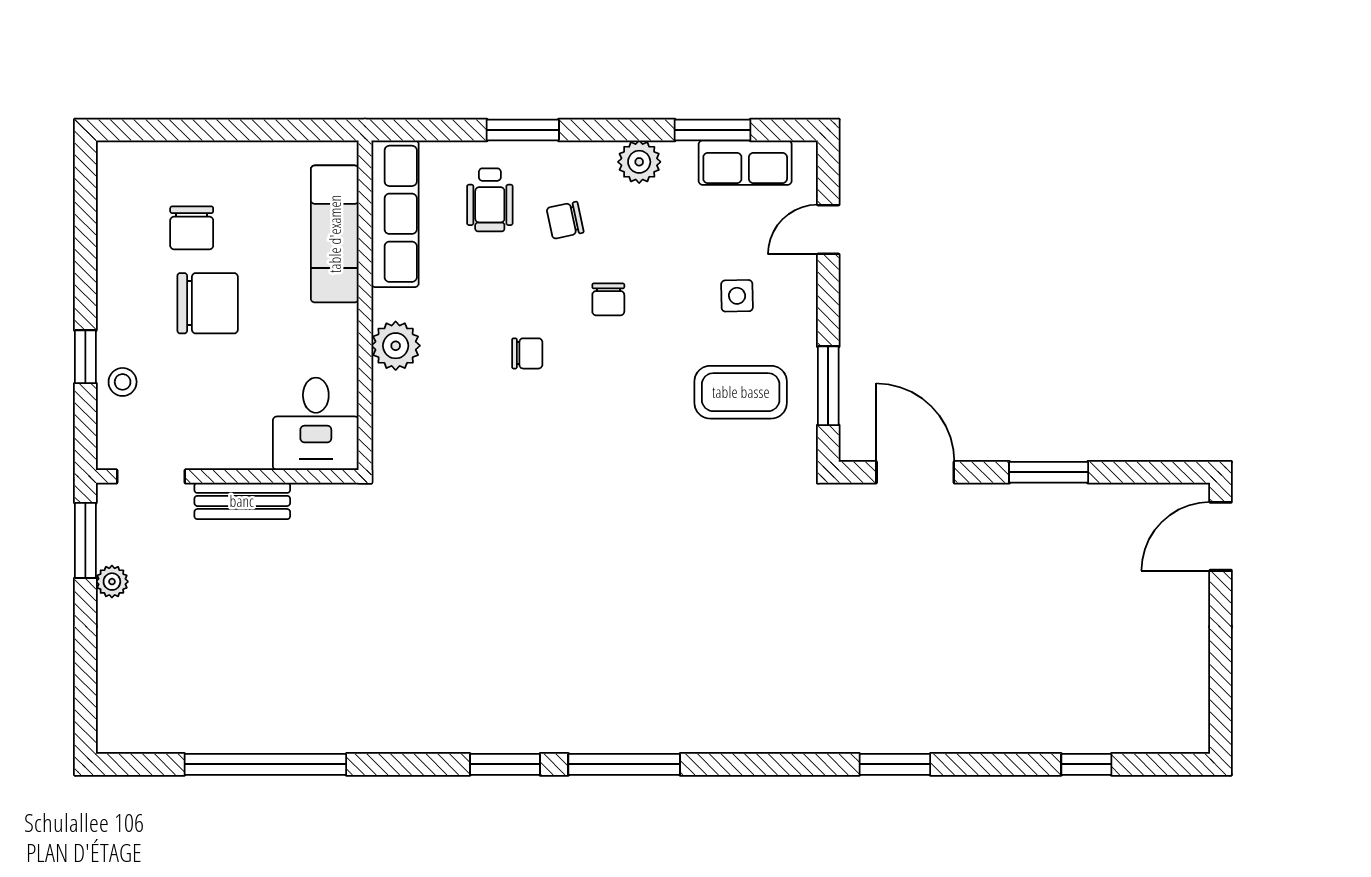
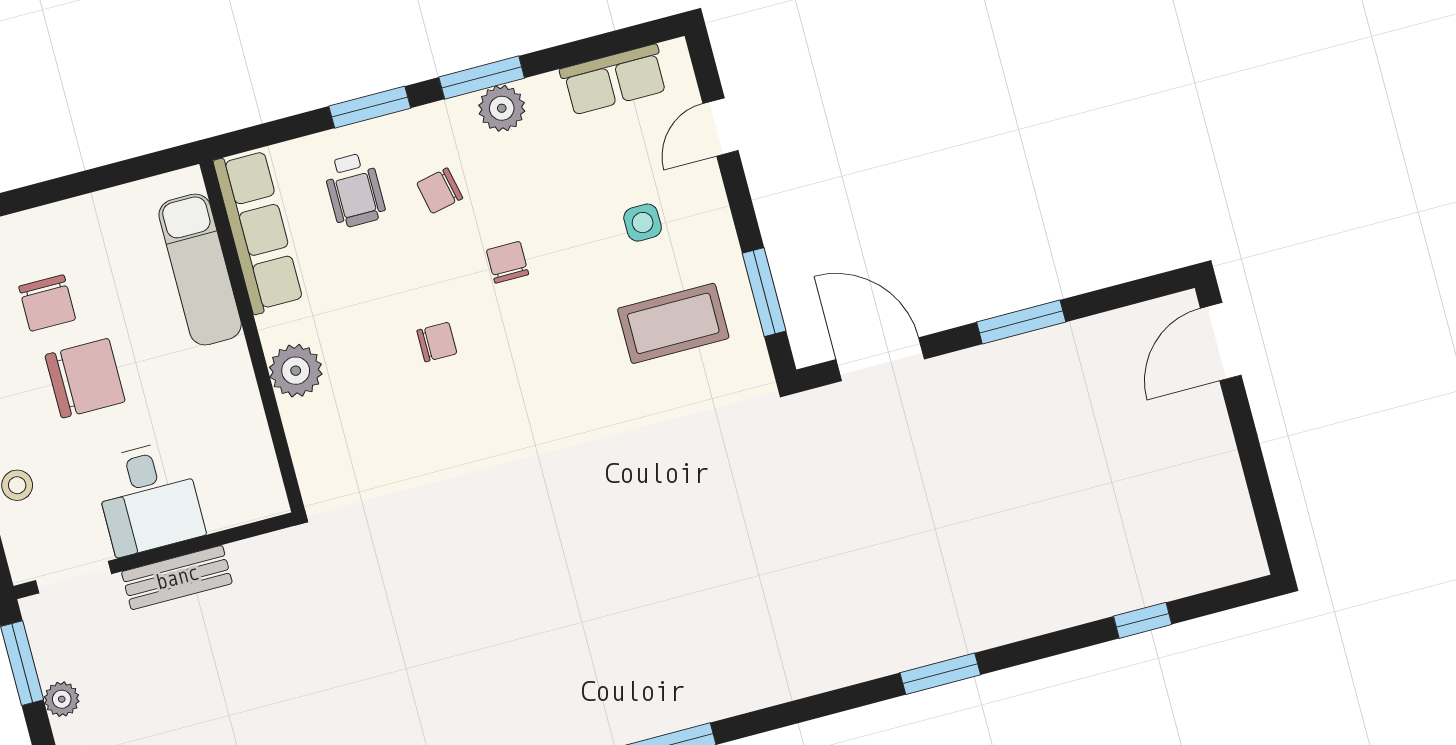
window: (713, 130) -> (482, 78), moved
chair: (608, 299) -> (507, 262), turned 180
desk: (316, 424) -> (149, 498), moved

